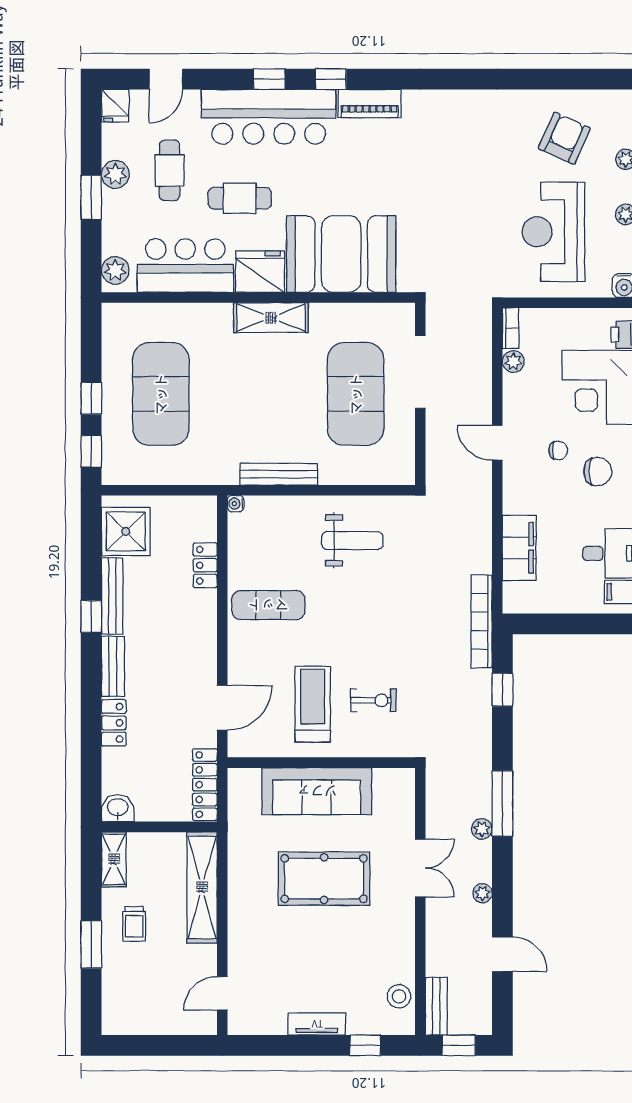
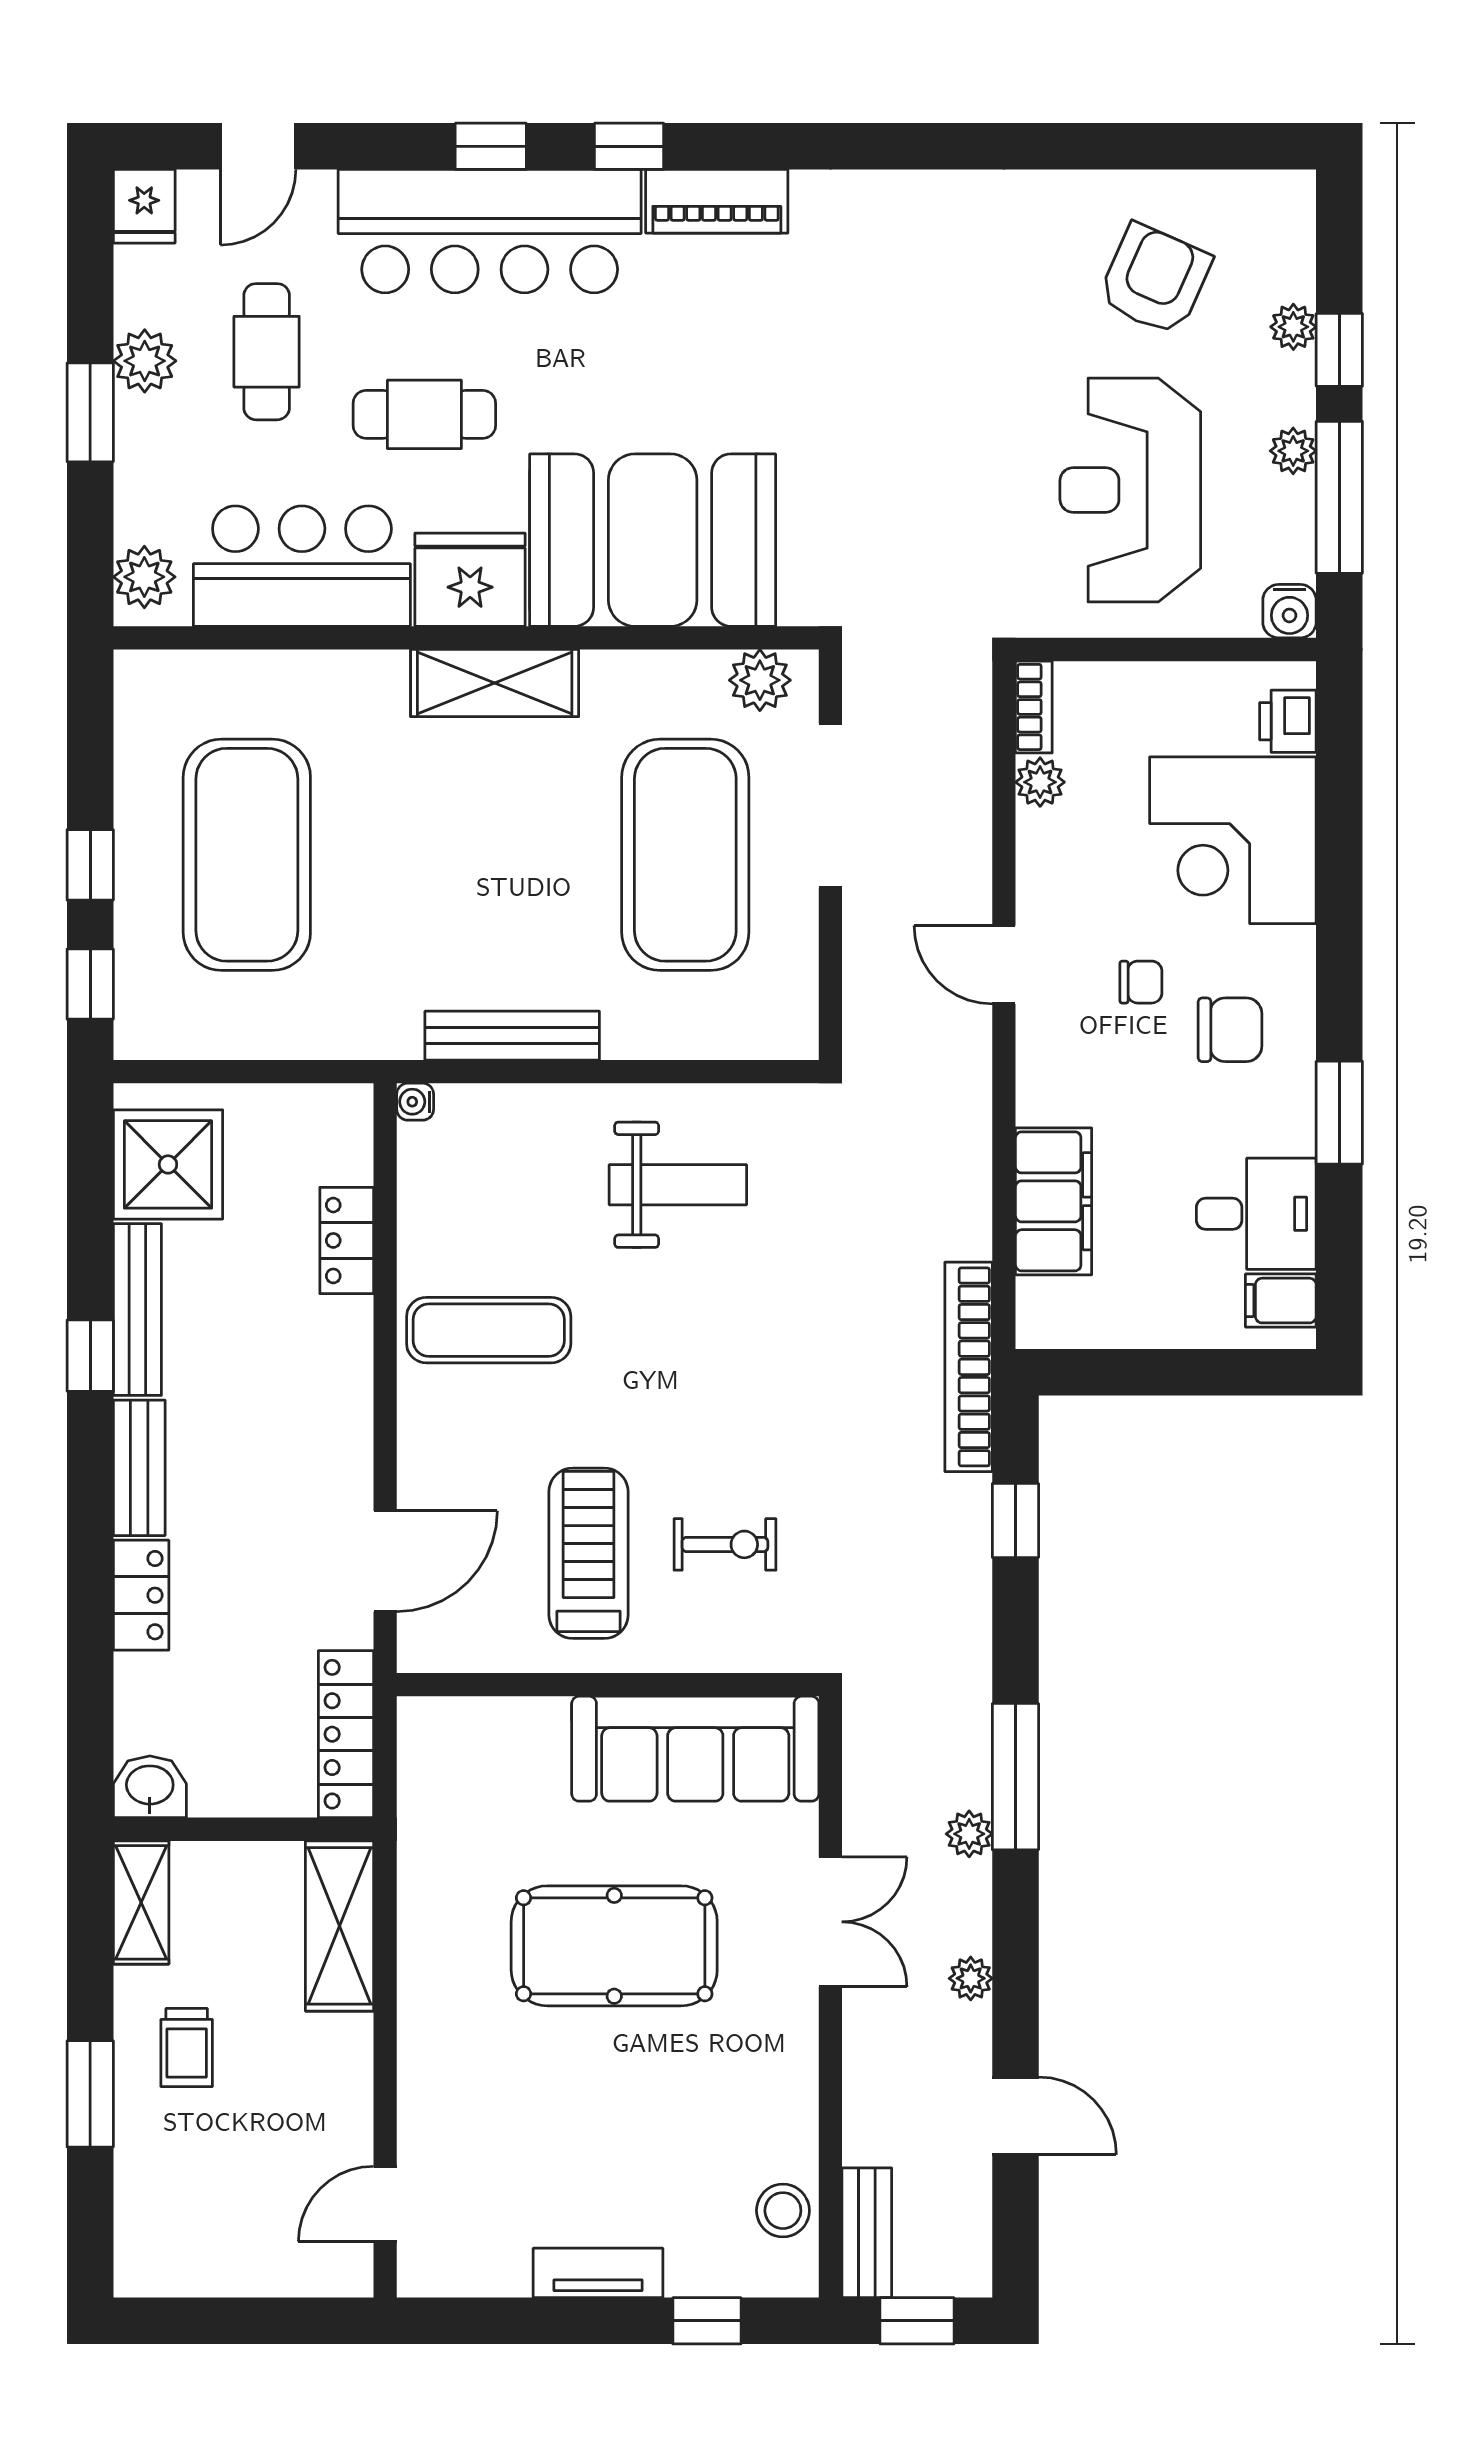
plant: (389, 316) -> (760, 680), added
sofa: (317, 791) -> (695, 1749), moved
shelving: (202, 887) -> (340, 1926), width x0.68

